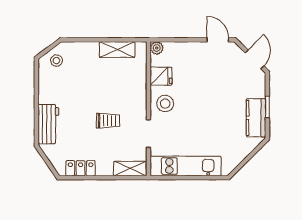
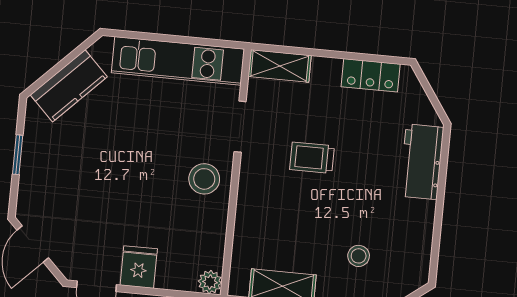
stool: (56, 61) -> (359, 256), moved
fridge: (161, 76) -> (139, 267), moved, turned 90
kitchen counter: (256, 118) -> (69, 86), moved, turned 45

